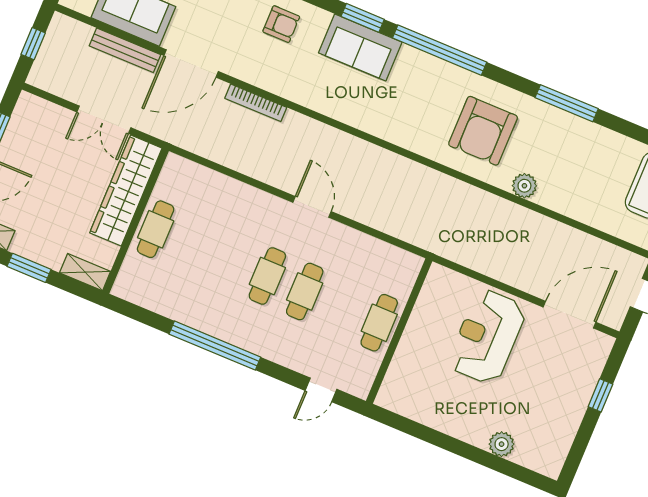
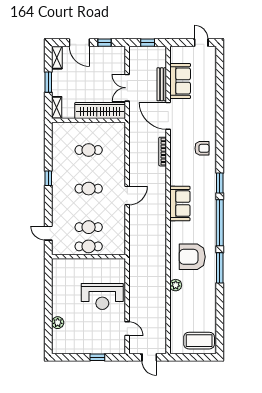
armchair: (281, 24) -> (202, 148), turned -90
sofa: (360, 47) -> (180, 204), moved, turned 180
window: (567, 103) -> (220, 268), moved
cafe table: (156, 229) -> (89, 150), moved
cafe table: (305, 292) -> (89, 227), moved
door: (569, 315) -> (127, 329), width x0.53
reception desk: (487, 337) -> (102, 296), turned 180
window: (215, 346) -> (48, 178), width x0.32

